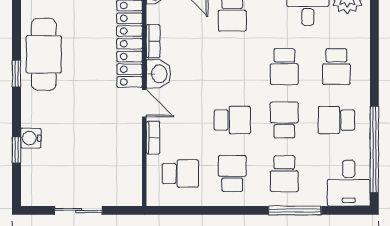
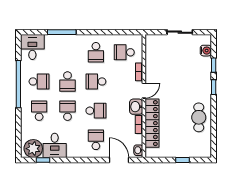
cafe table: (44, 54) -> (199, 117), width x0.73, depth x0.74
window: (17, 74) -> (214, 87), moved
door: (144, 103) -> (144, 91), swing flipped
water cooler: (31, 138) -> (206, 51), moved
window: (374, 149) -> (18, 84), moved
school desk: (284, 174) -> (96, 111), moved, turned 90

